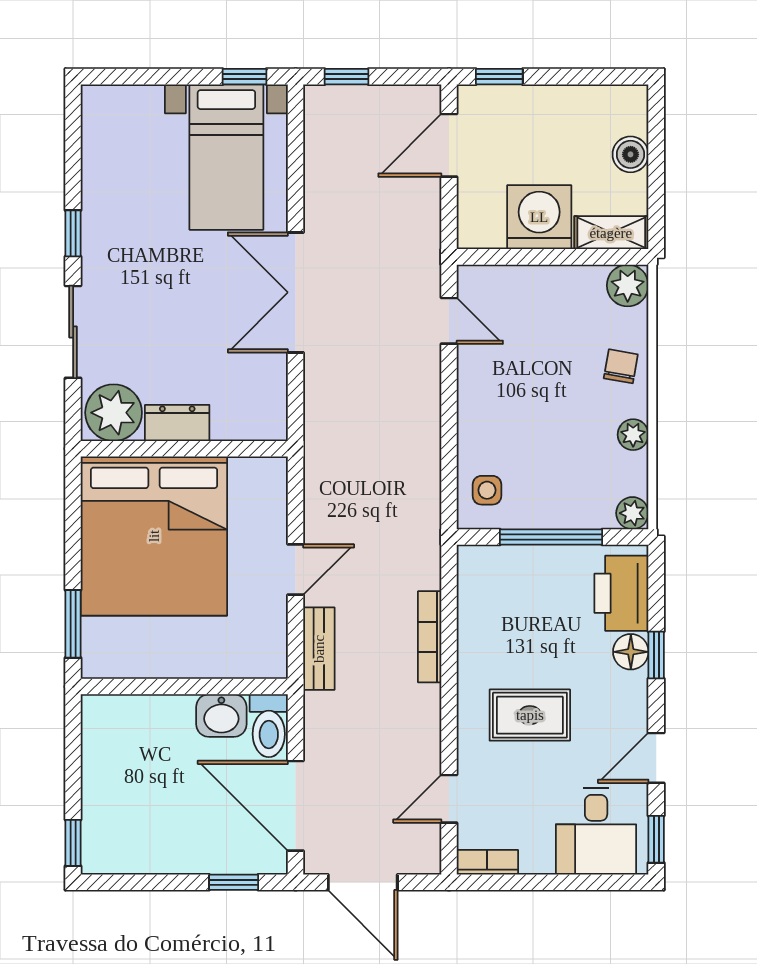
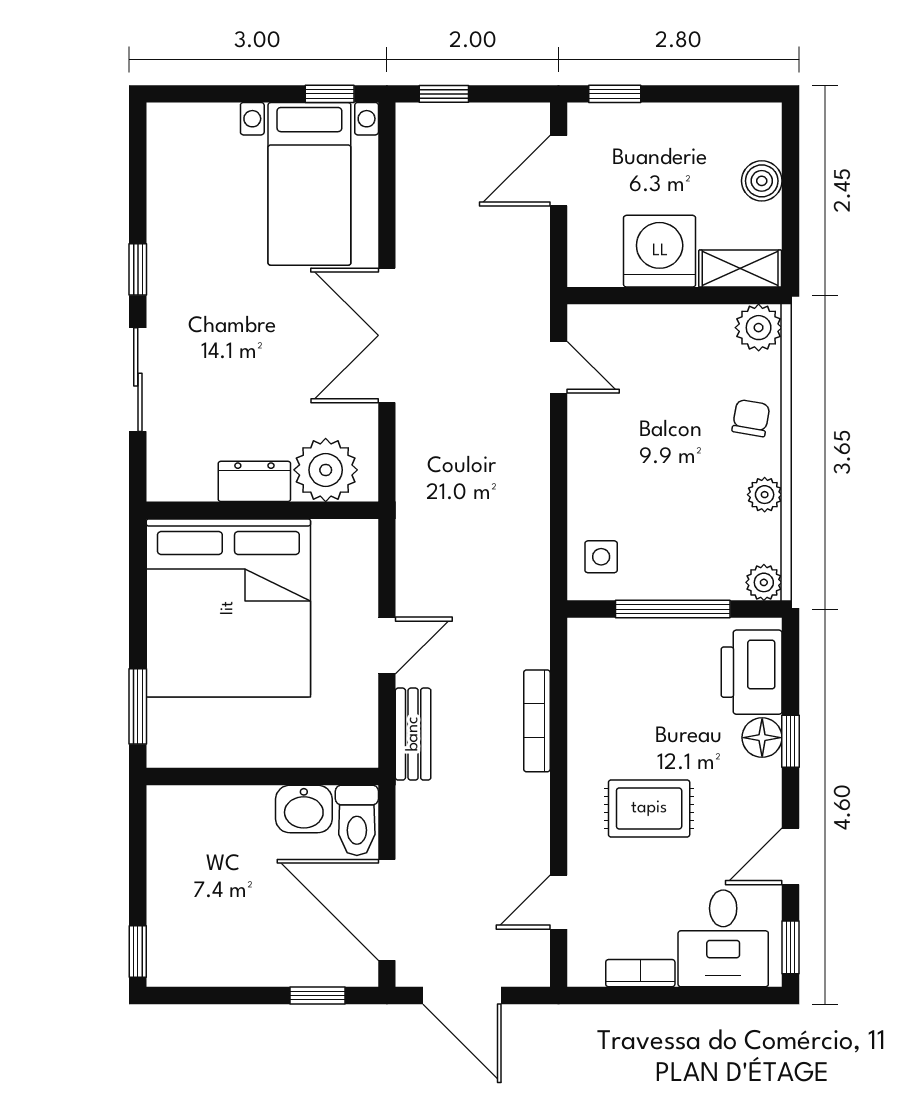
plant: (114, 413) -> (326, 470), moved
bookcase: (487, 862) -> (640, 973), moved

